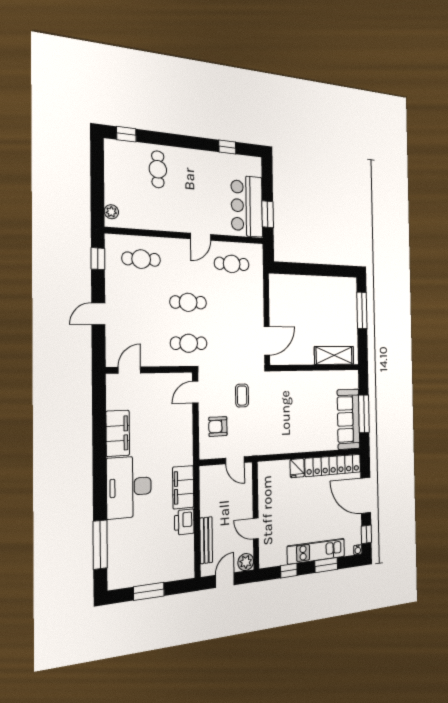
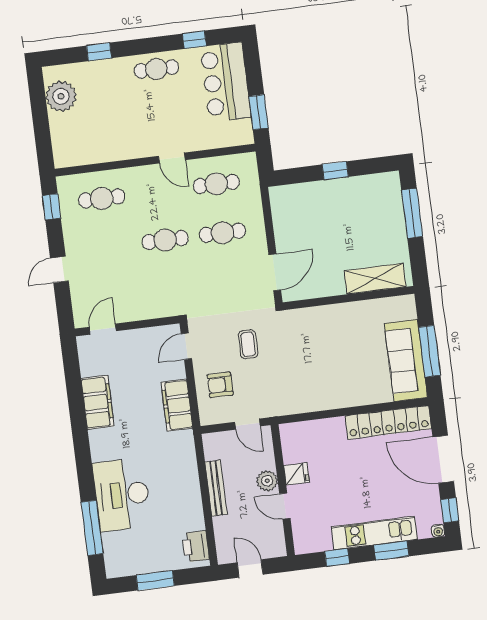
window: (126, 134) -> (99, 52), moved
cafe table: (158, 169) -> (156, 69), moved, turned 90
bar counter: (247, 206) -> (226, 82), moved
plant: (111, 212) -> (61, 96), moved, width x1.88, depth x1.88
door: (201, 237) -> (172, 158), hinge flipped
window: (316, 270) -> (335, 171), added
cafe table: (189, 343) -> (222, 233), moved
fridge: (297, 468) -> (296, 474), moved, turned -90
desk: (129, 487) -> (122, 495), moved
filing cabinet: (183, 487) -> (177, 405), moved
printer: (184, 522) -> (196, 546), moved
bench: (206, 540) -> (216, 488), moved
plant: (246, 562) -> (267, 481), moved
door: (225, 580) -> (250, 569), hinge flipped

